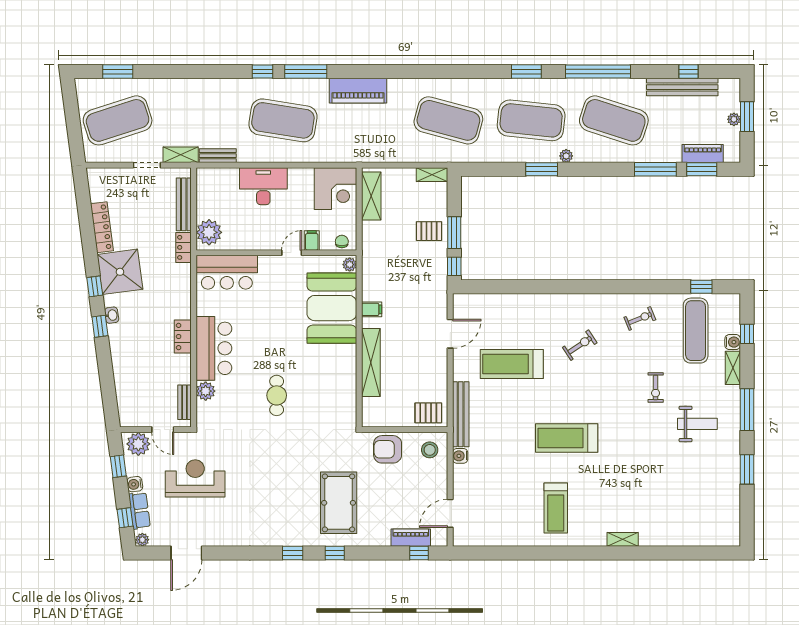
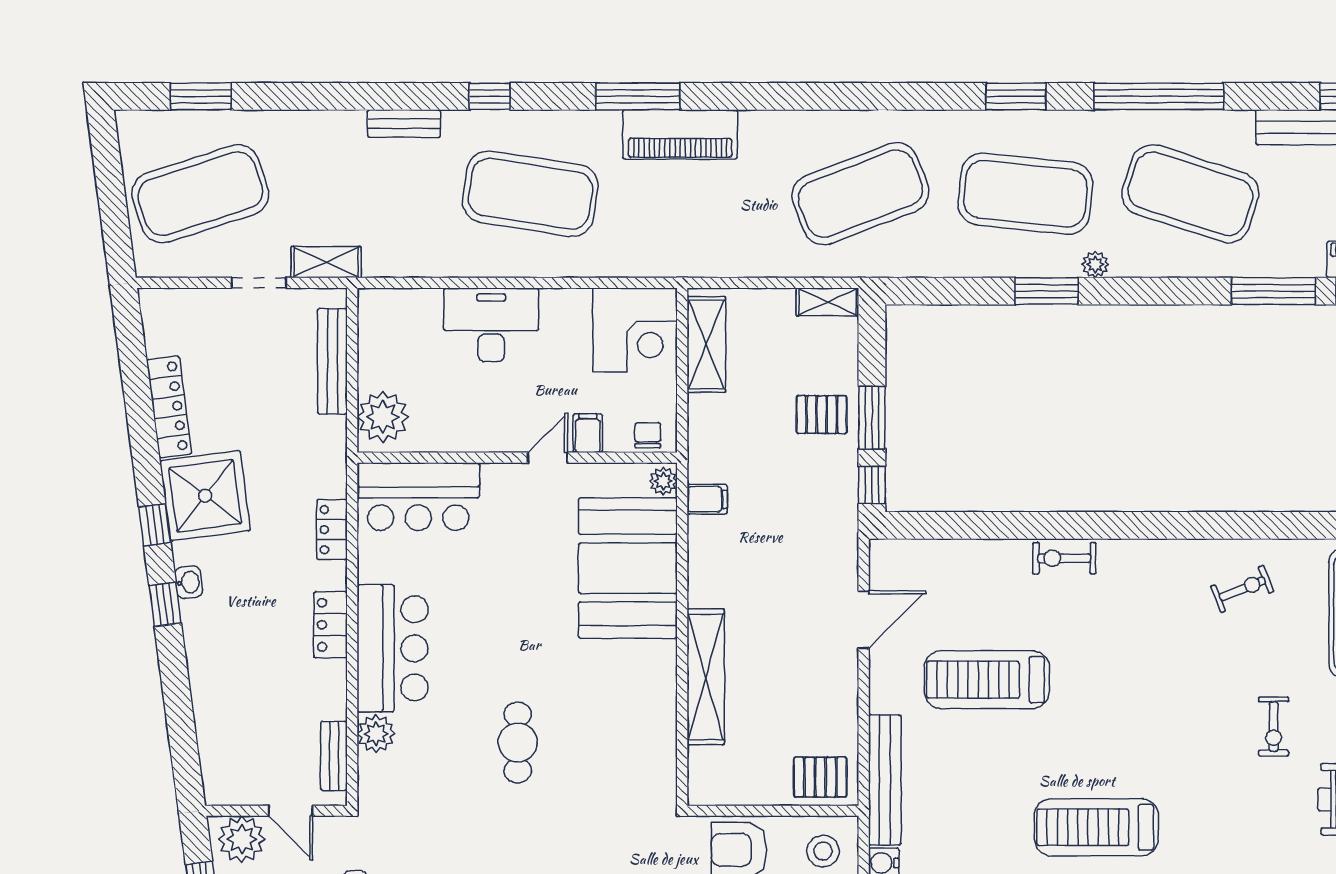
window: (306, 72) -> (638, 96), moved
exercise mat: (448, 120) -> (860, 194), turned -36
bench: (218, 156) -> (404, 123), moved
locker: (184, 247) -> (332, 530), moved
filing cabinet: (372, 309) -> (707, 499), moved
exercise bike: (580, 345) -> (1064, 558), moved, turned -146

